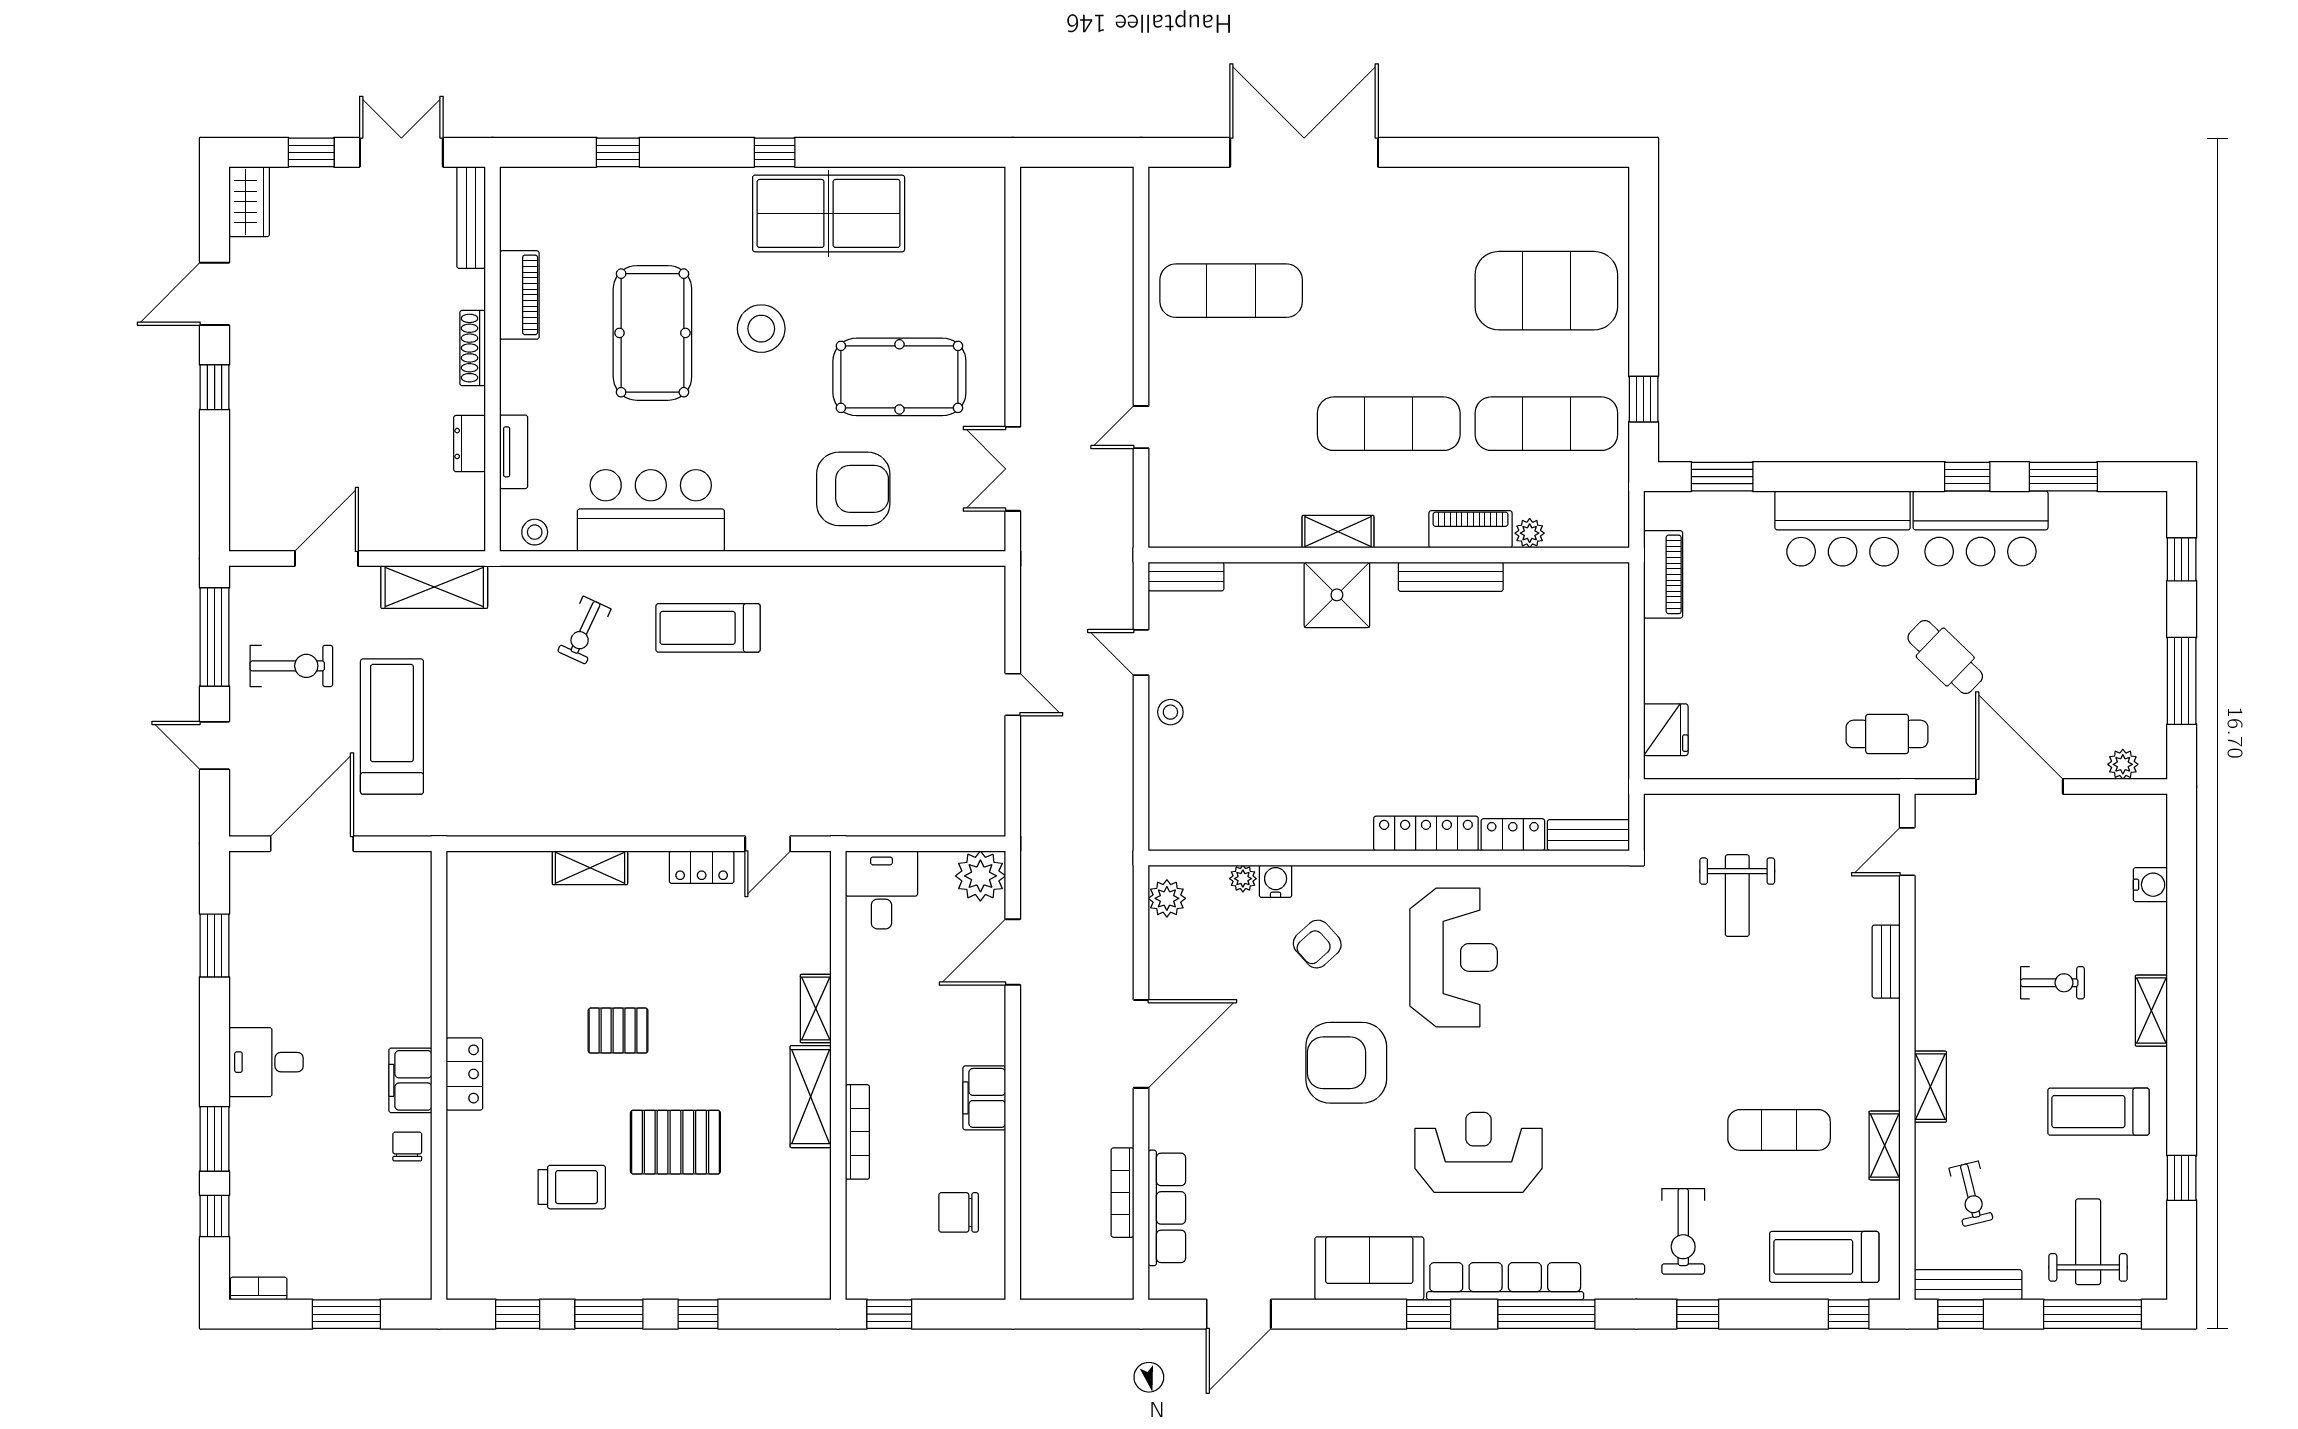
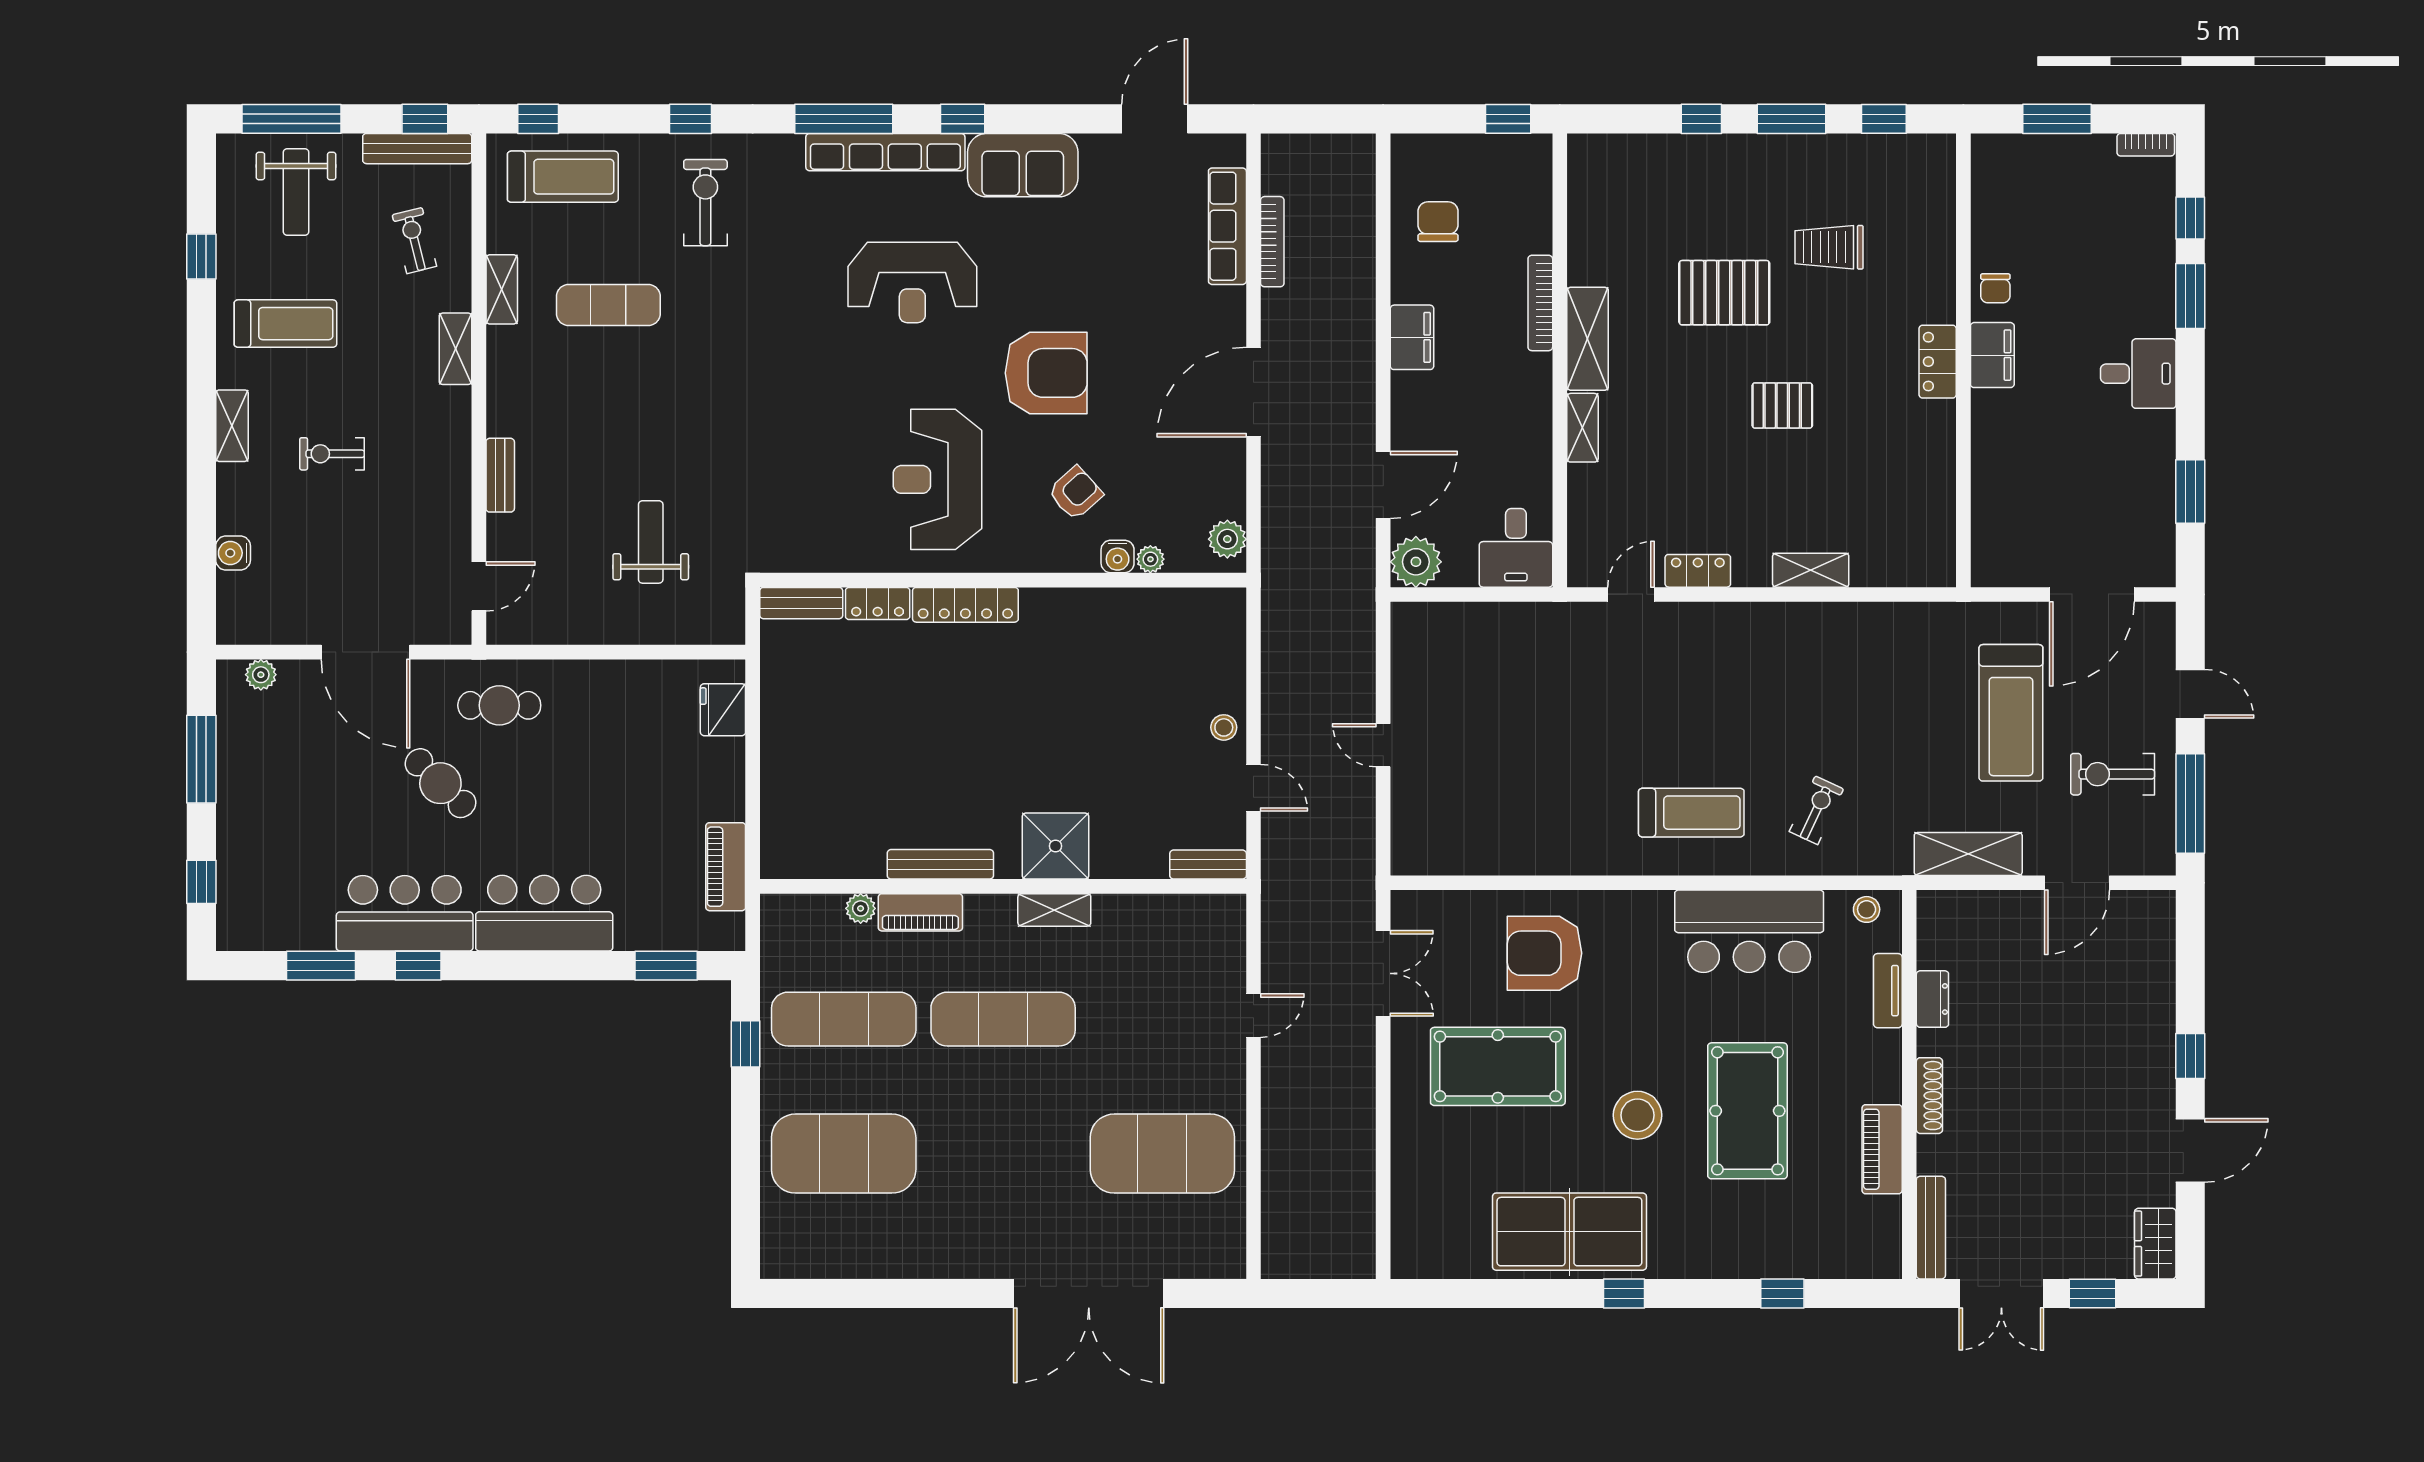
exercise mat: (1231, 291) -> (1162, 1154), width x1.47
chair: (959, 1212) -> (1438, 222), turned -90

